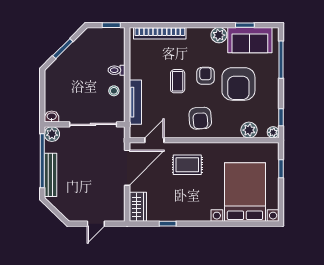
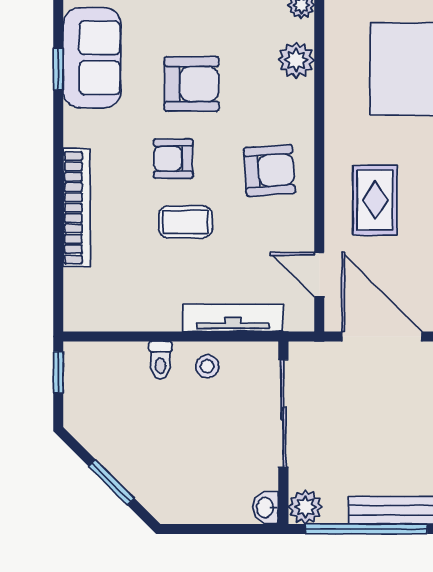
bookcase: (160, 33) -> (77, 208), moved
plant: (219, 35) -> (81, 128), removed
armchair: (238, 84) -> (192, 84), width x0.73, depth x0.73

